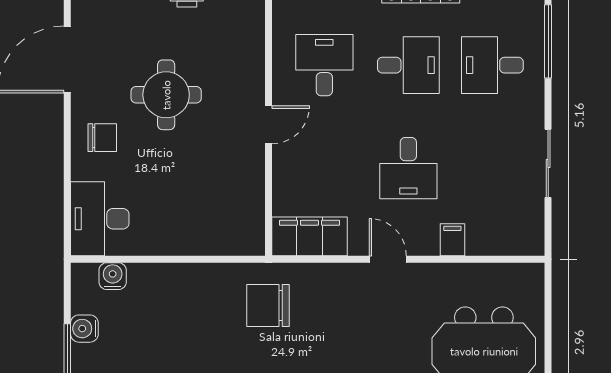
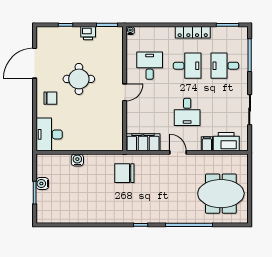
printer: (496, 235) -> (226, 142), added
water cooler: (113, 276) -> (77, 160), moved

